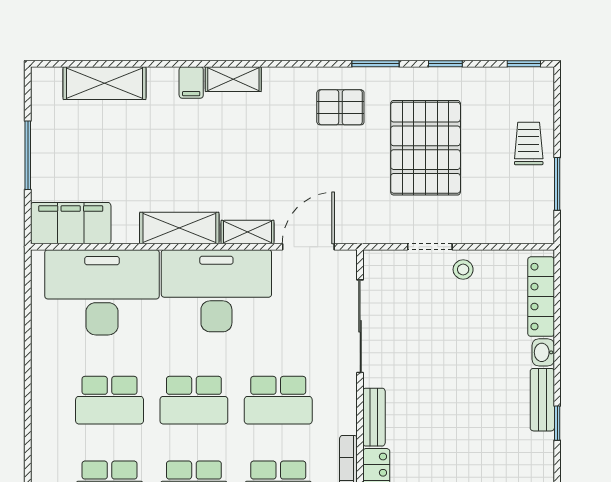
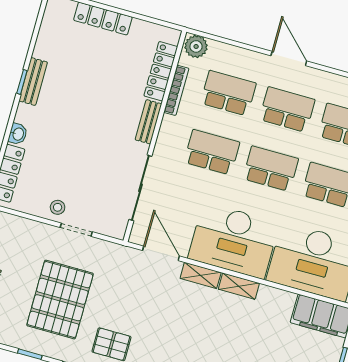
shelving: (179, 228) -> (239, 286), width x0.67, depth x0.75
door: (308, 247) -> (161, 253), swing flipped
bench: (542, 400) -> (33, 81), moved

